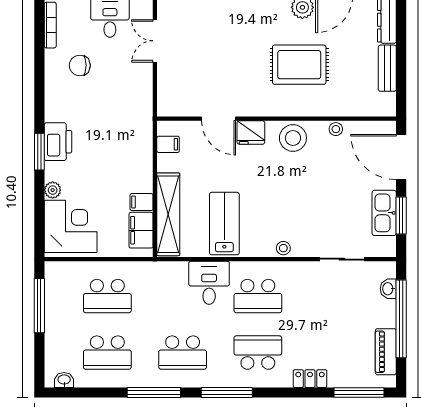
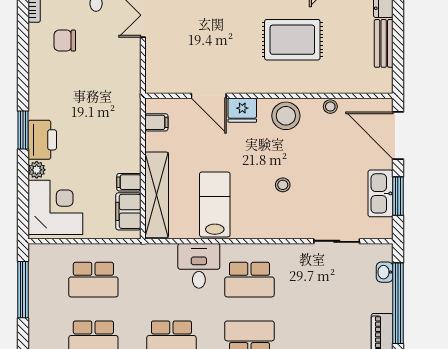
printer: (58, 142) -> (42, 140), moved
stool: (283, 248) -> (283, 185), moved

